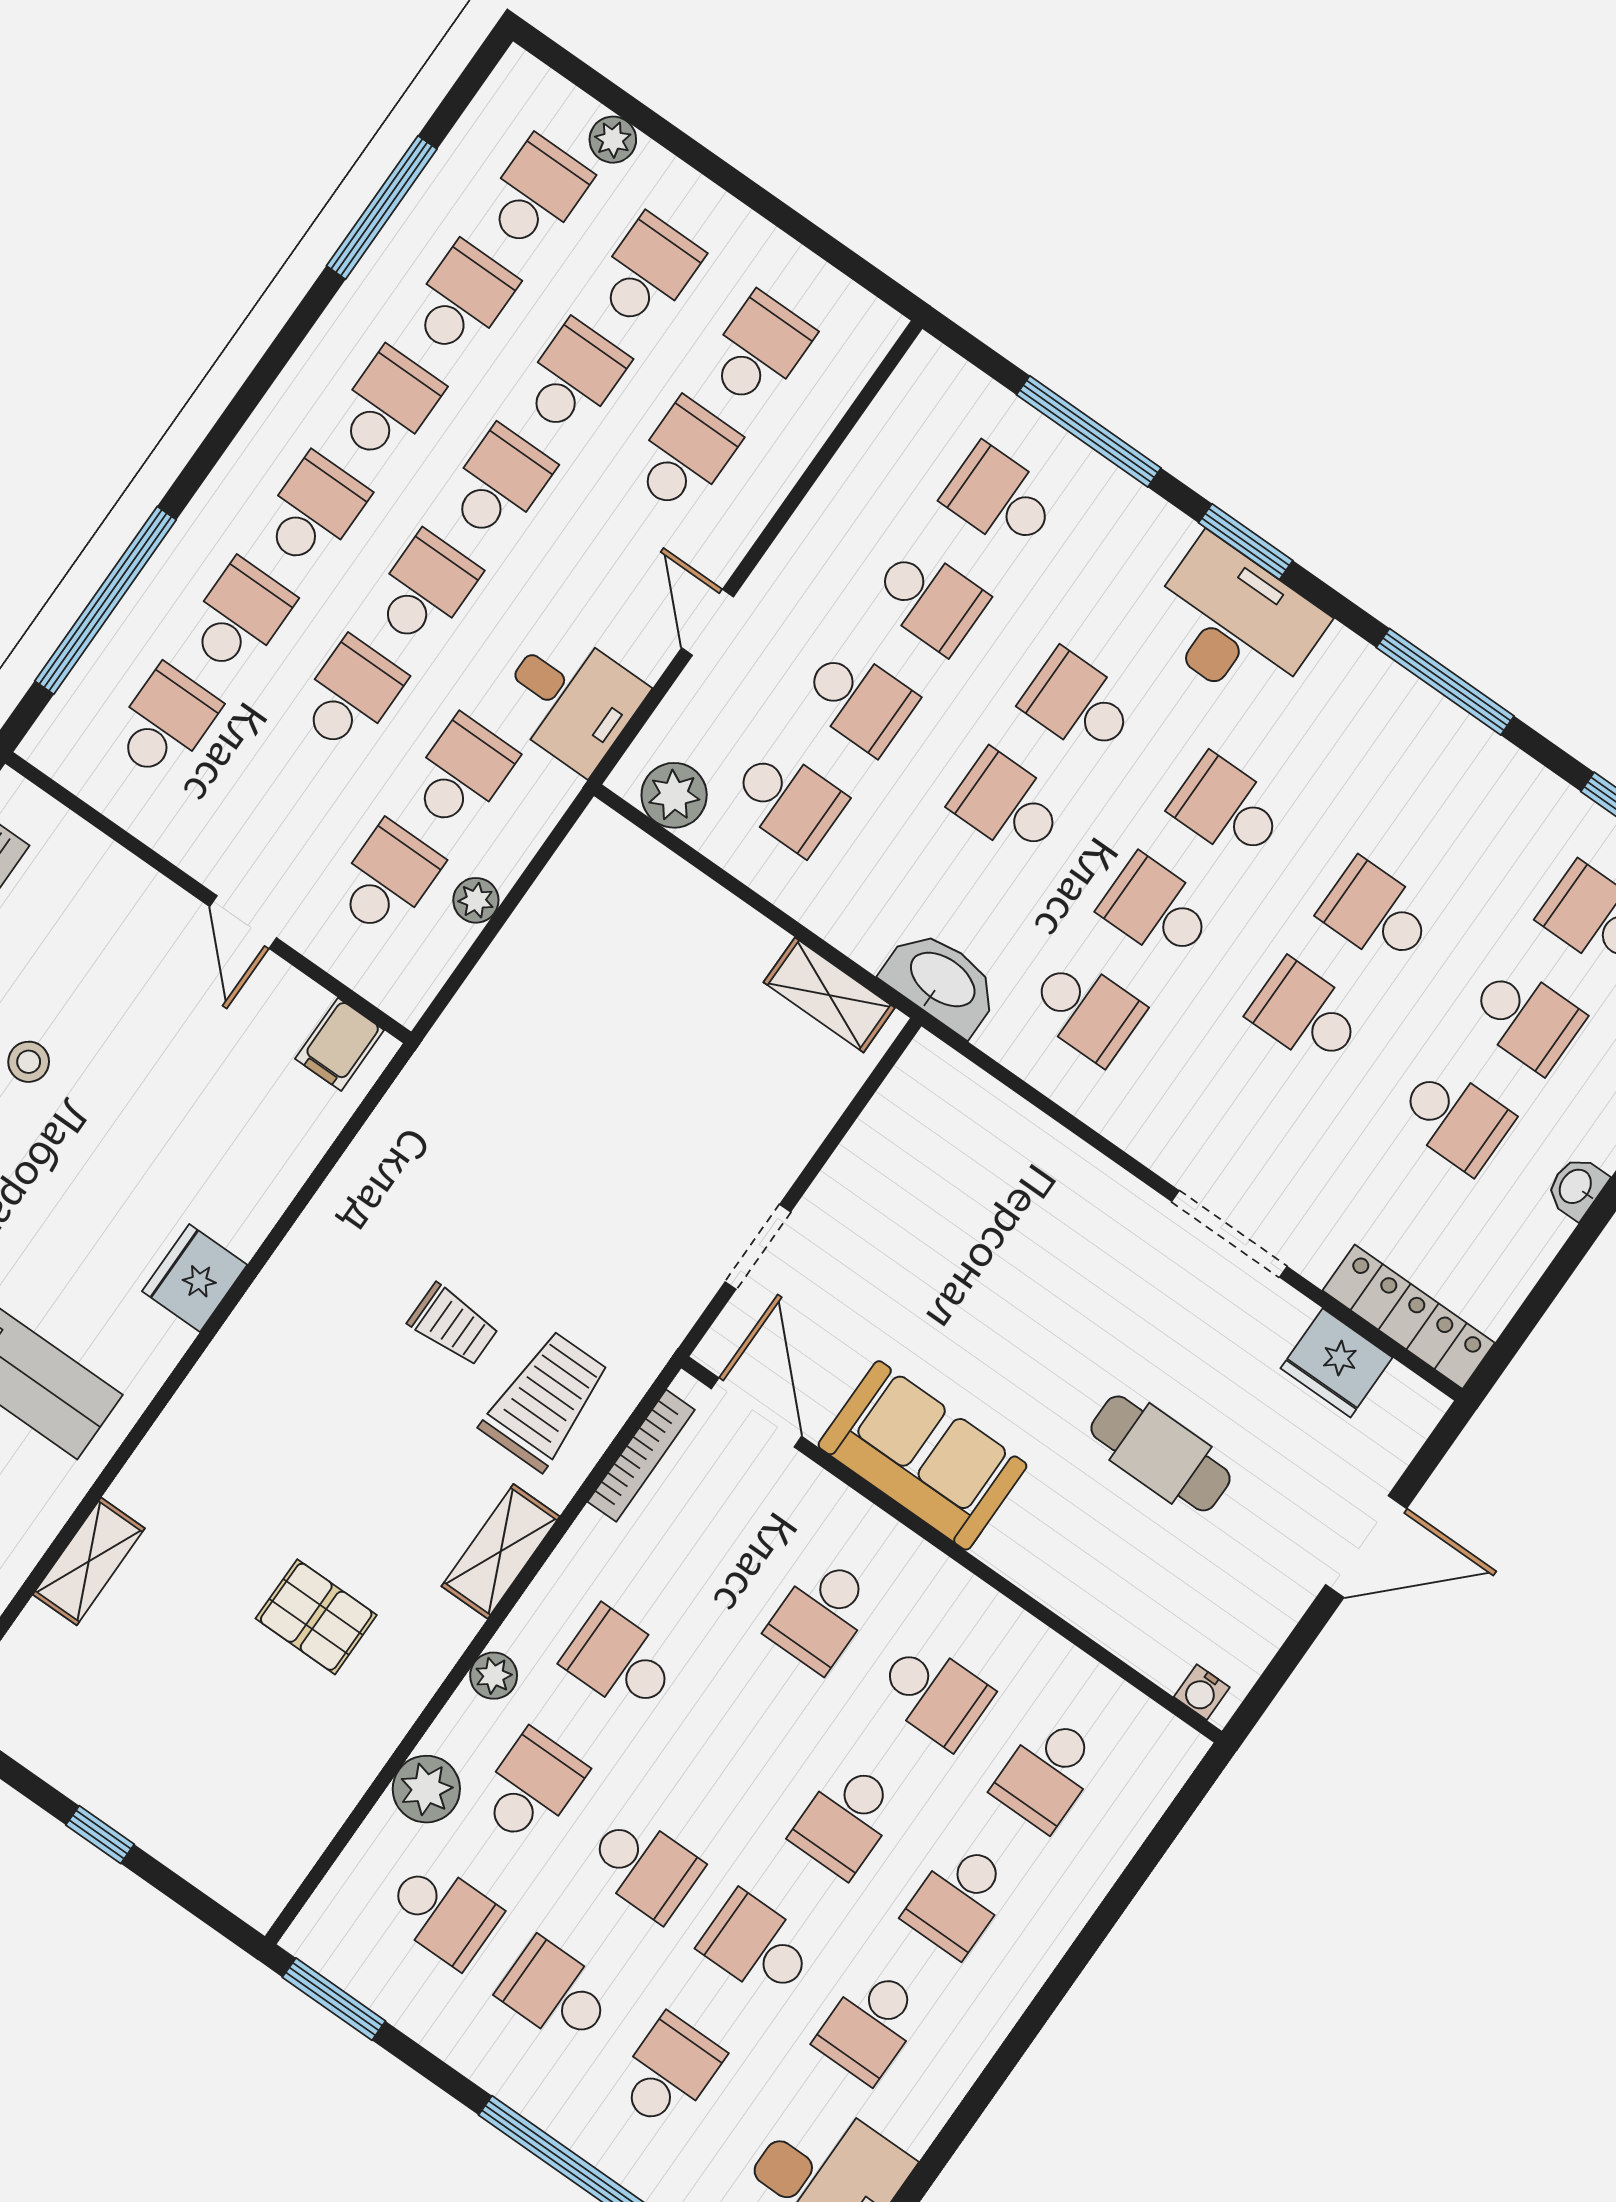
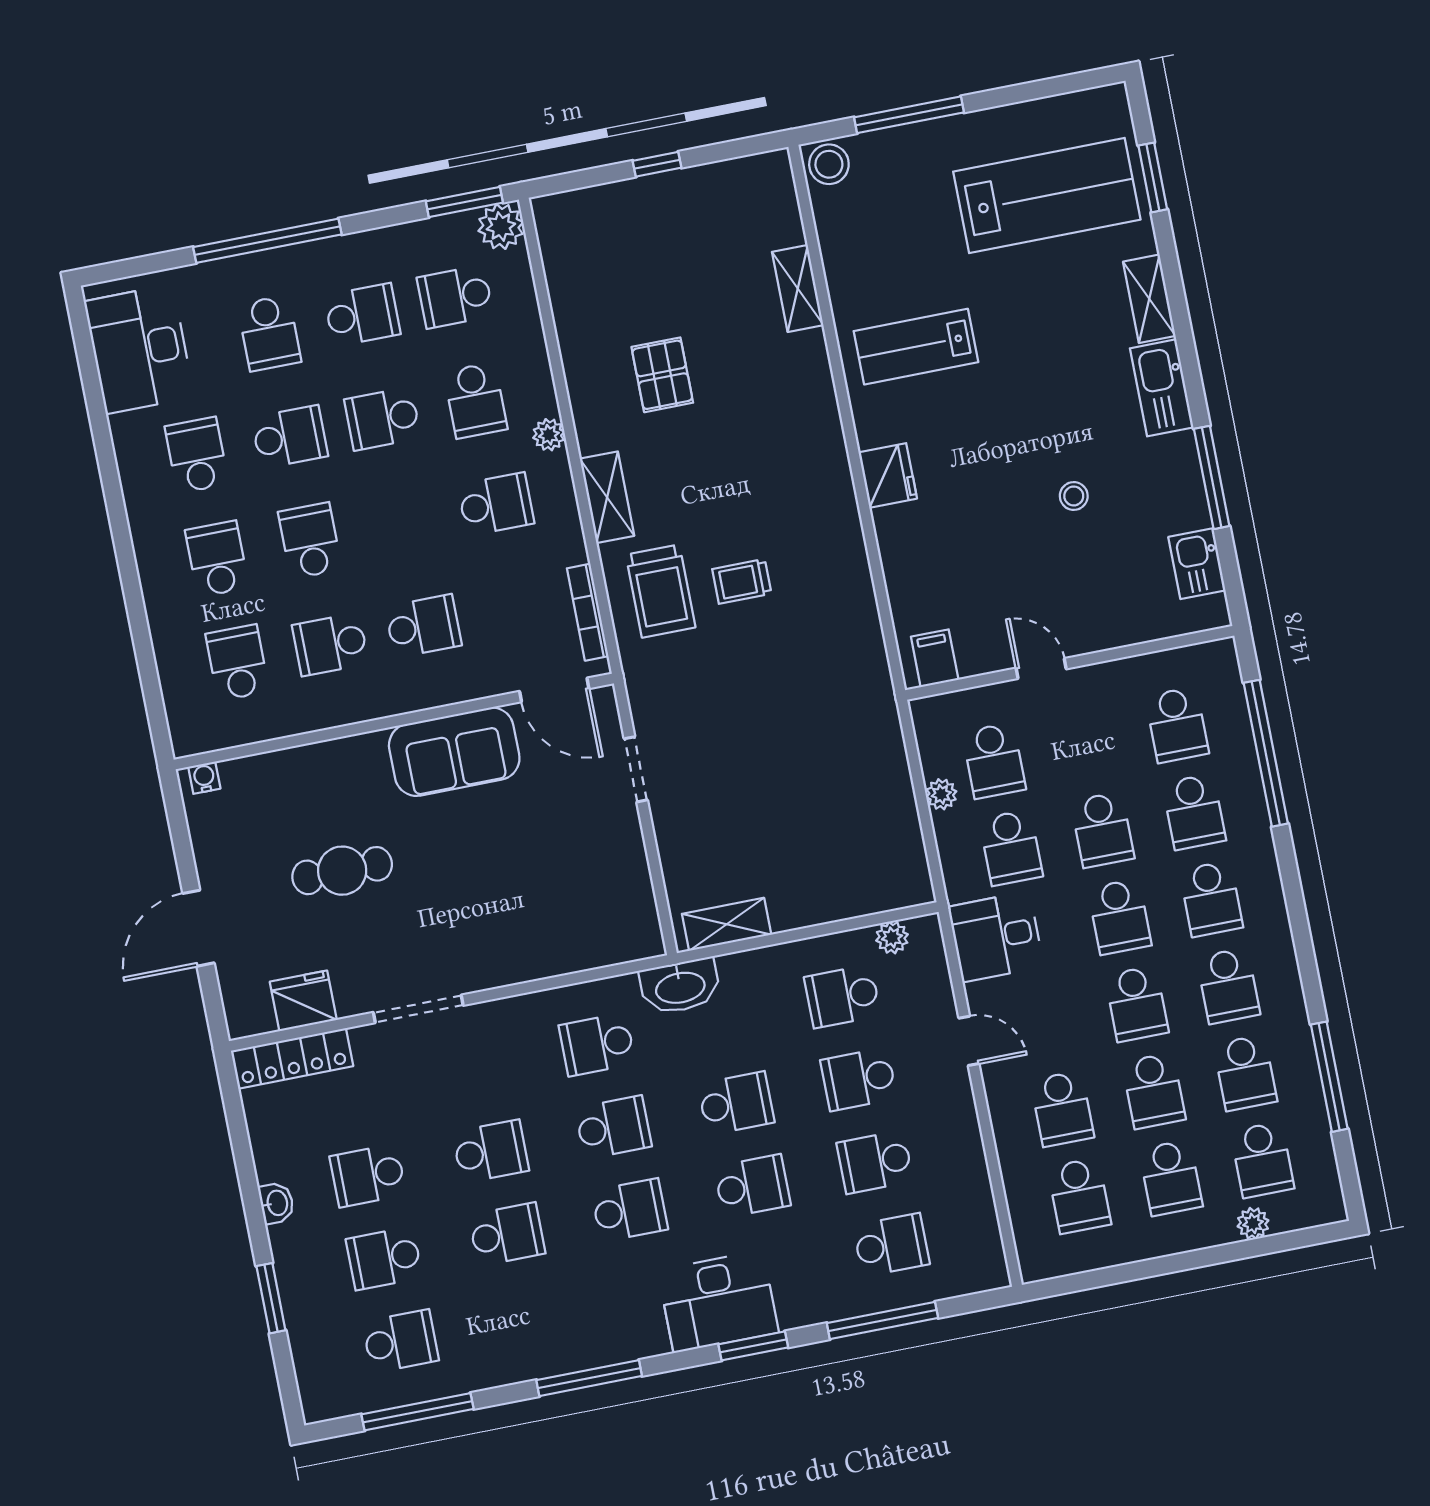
plant: (674, 795) -> (892, 937), width x0.73, depth x0.73
school desk: (821, 1615) -> (423, 626), turned 90
pallet: (316, 1617) -> (662, 375), turned 90
plant: (426, 1789) -> (501, 227), moved

